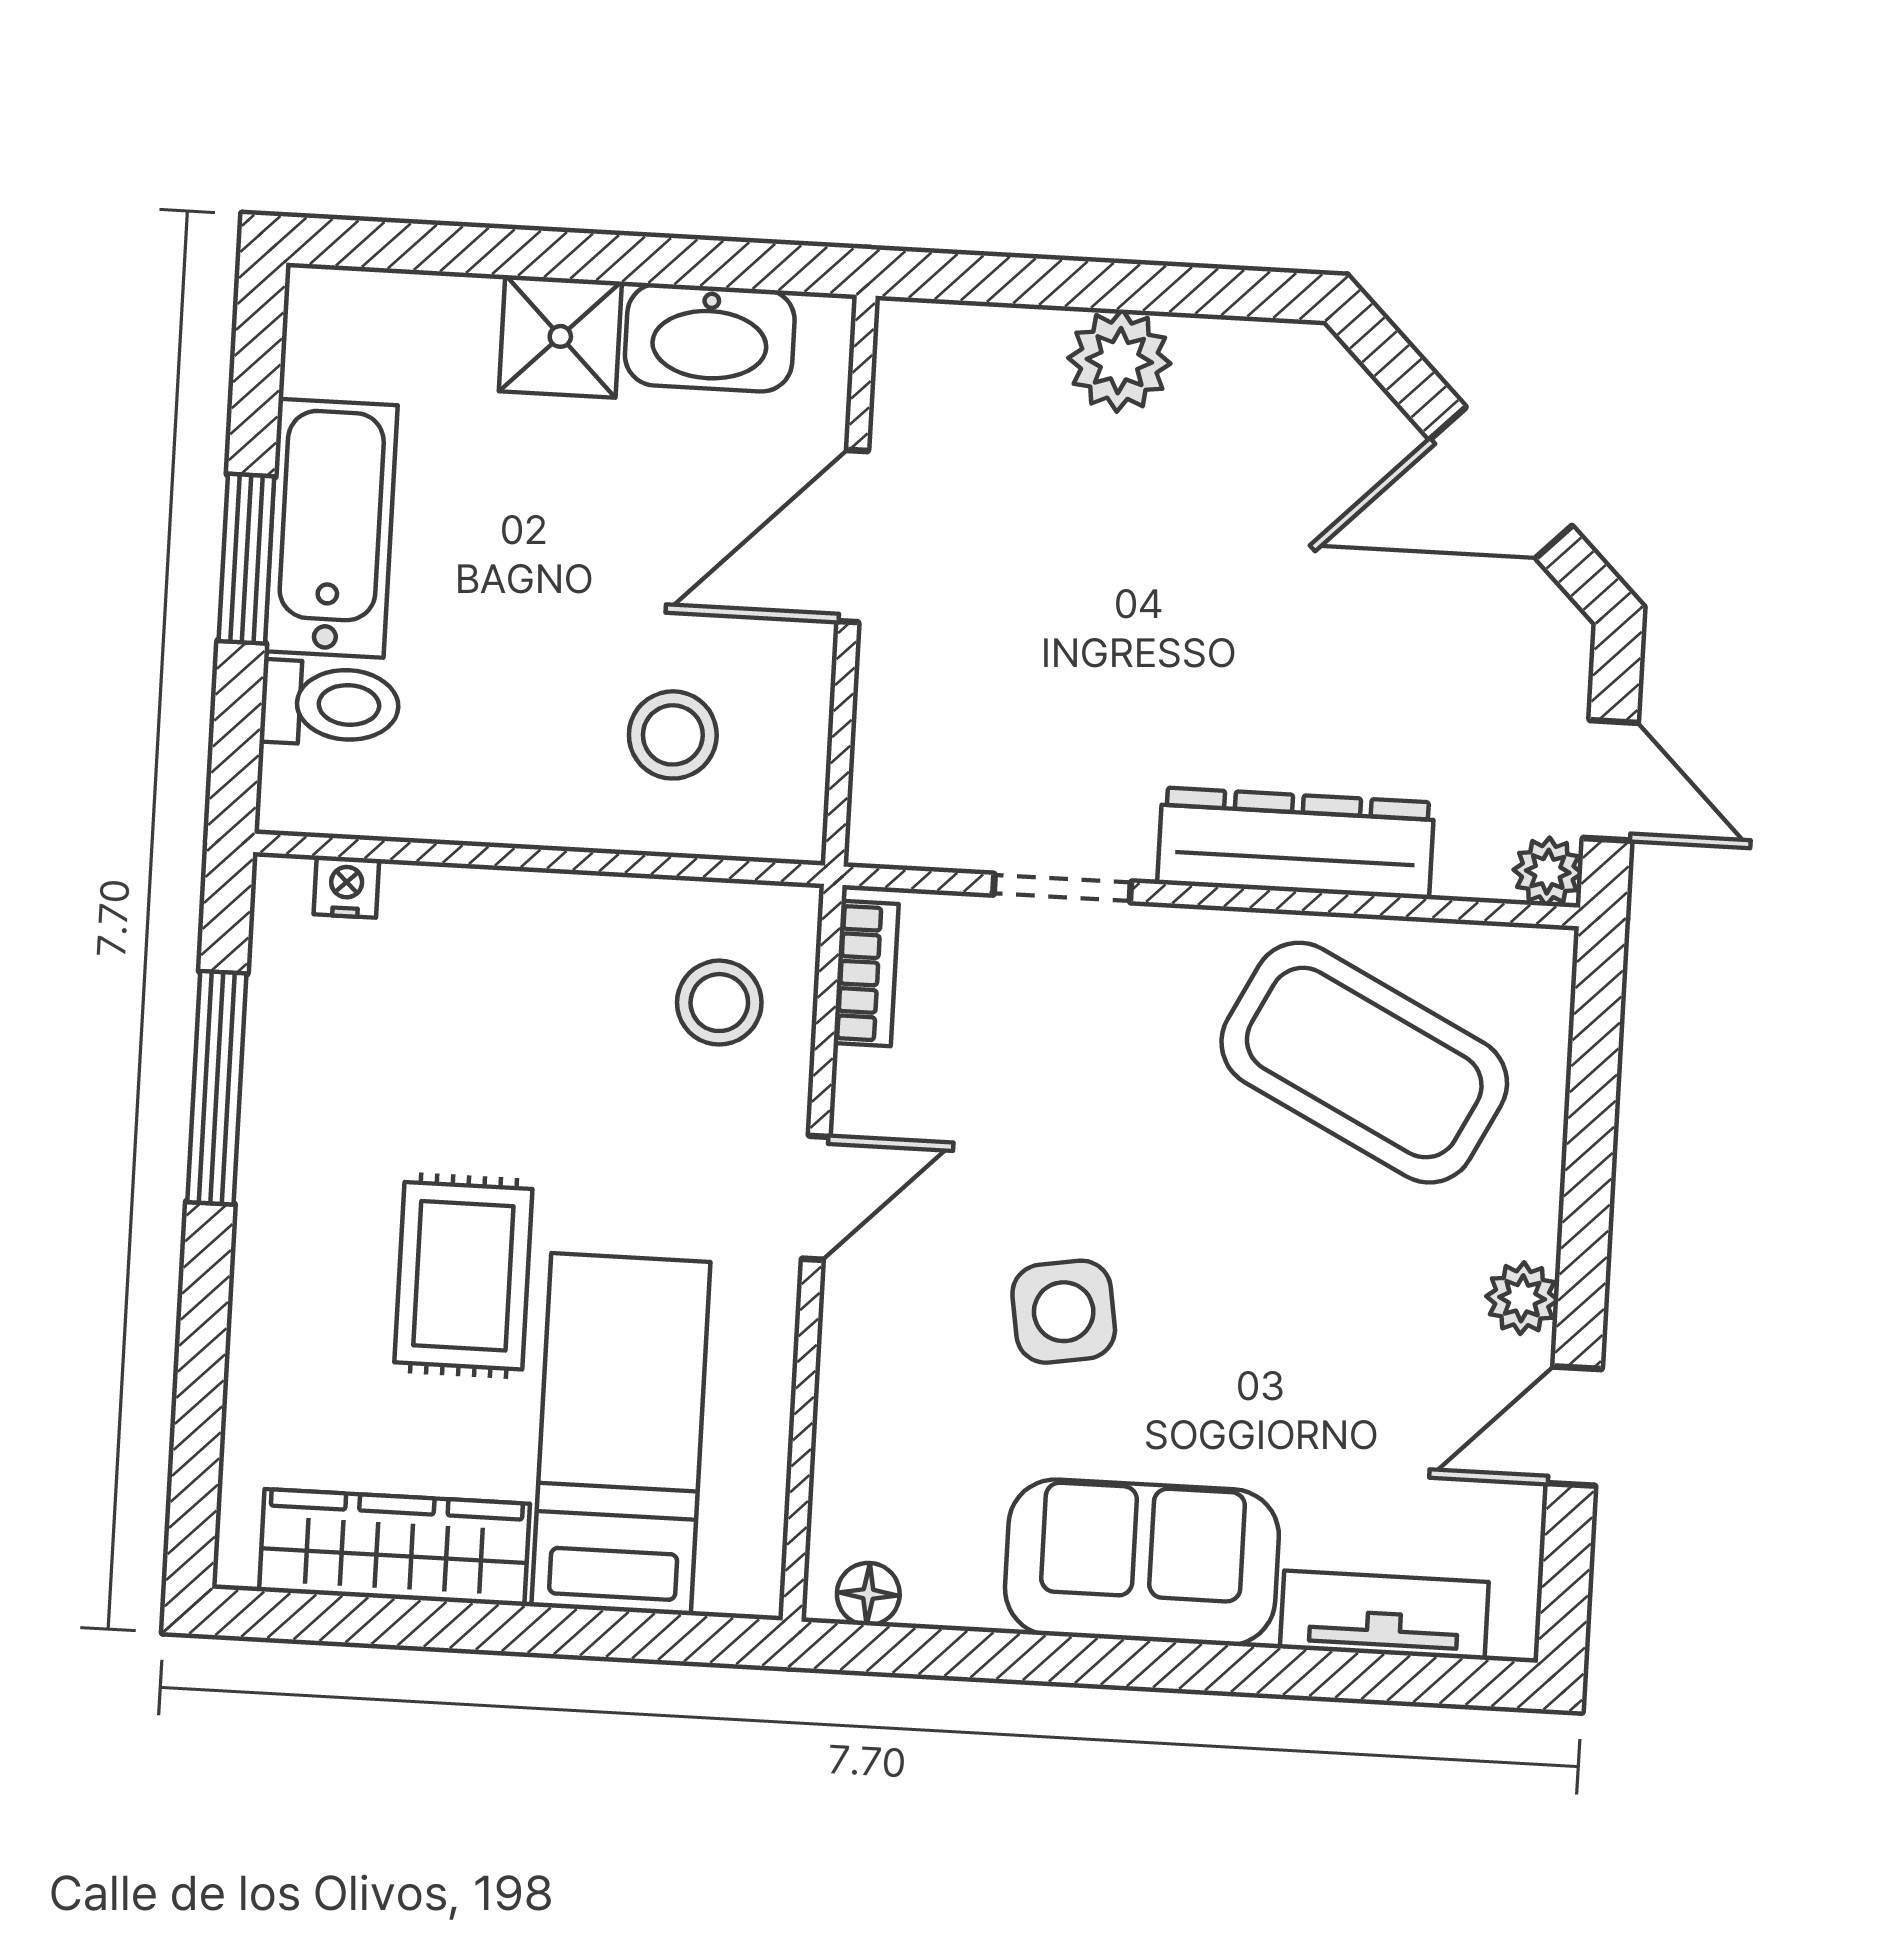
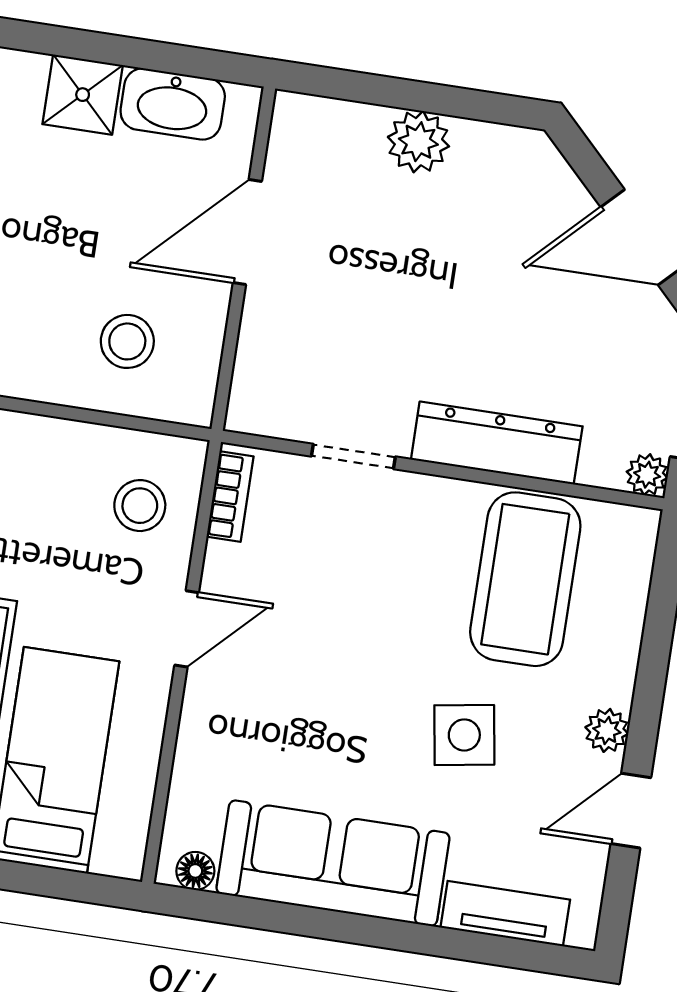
coffee table: (1364, 1063) -> (525, 579), turned 63
side table: (1064, 1312) -> (464, 735), moved
sofa: (1142, 1562) -> (333, 863), width x1.36

